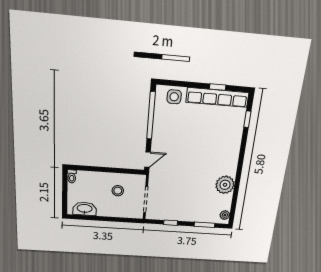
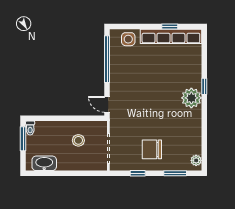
window: (247, 119) -> (204, 86), moved
door: (148, 160) -> (107, 104), swing flipped
plant: (225, 185) -> (191, 98), moved
window: (65, 186) -> (23, 139), added
chair: (186, 203) -> (152, 149), added

